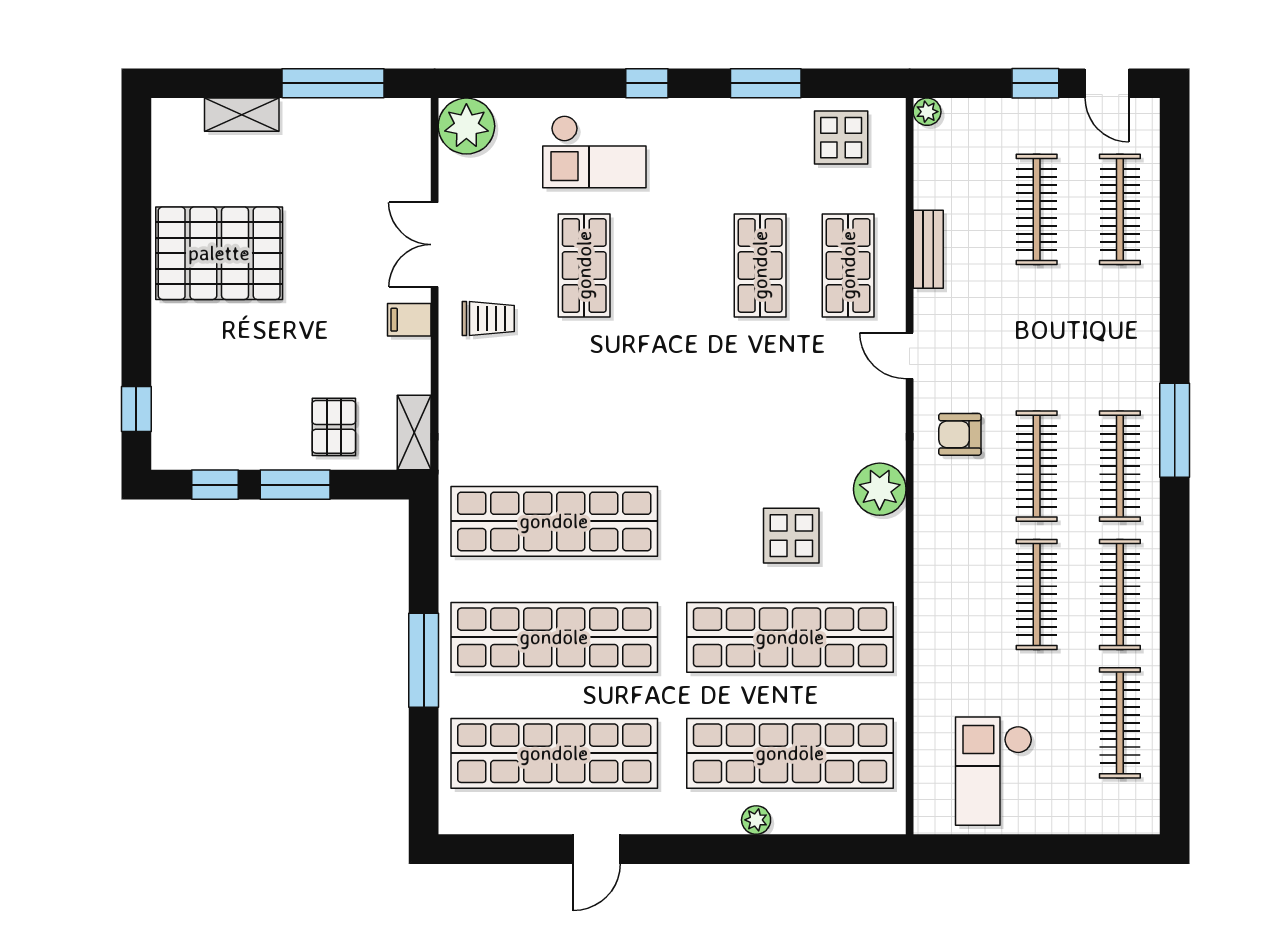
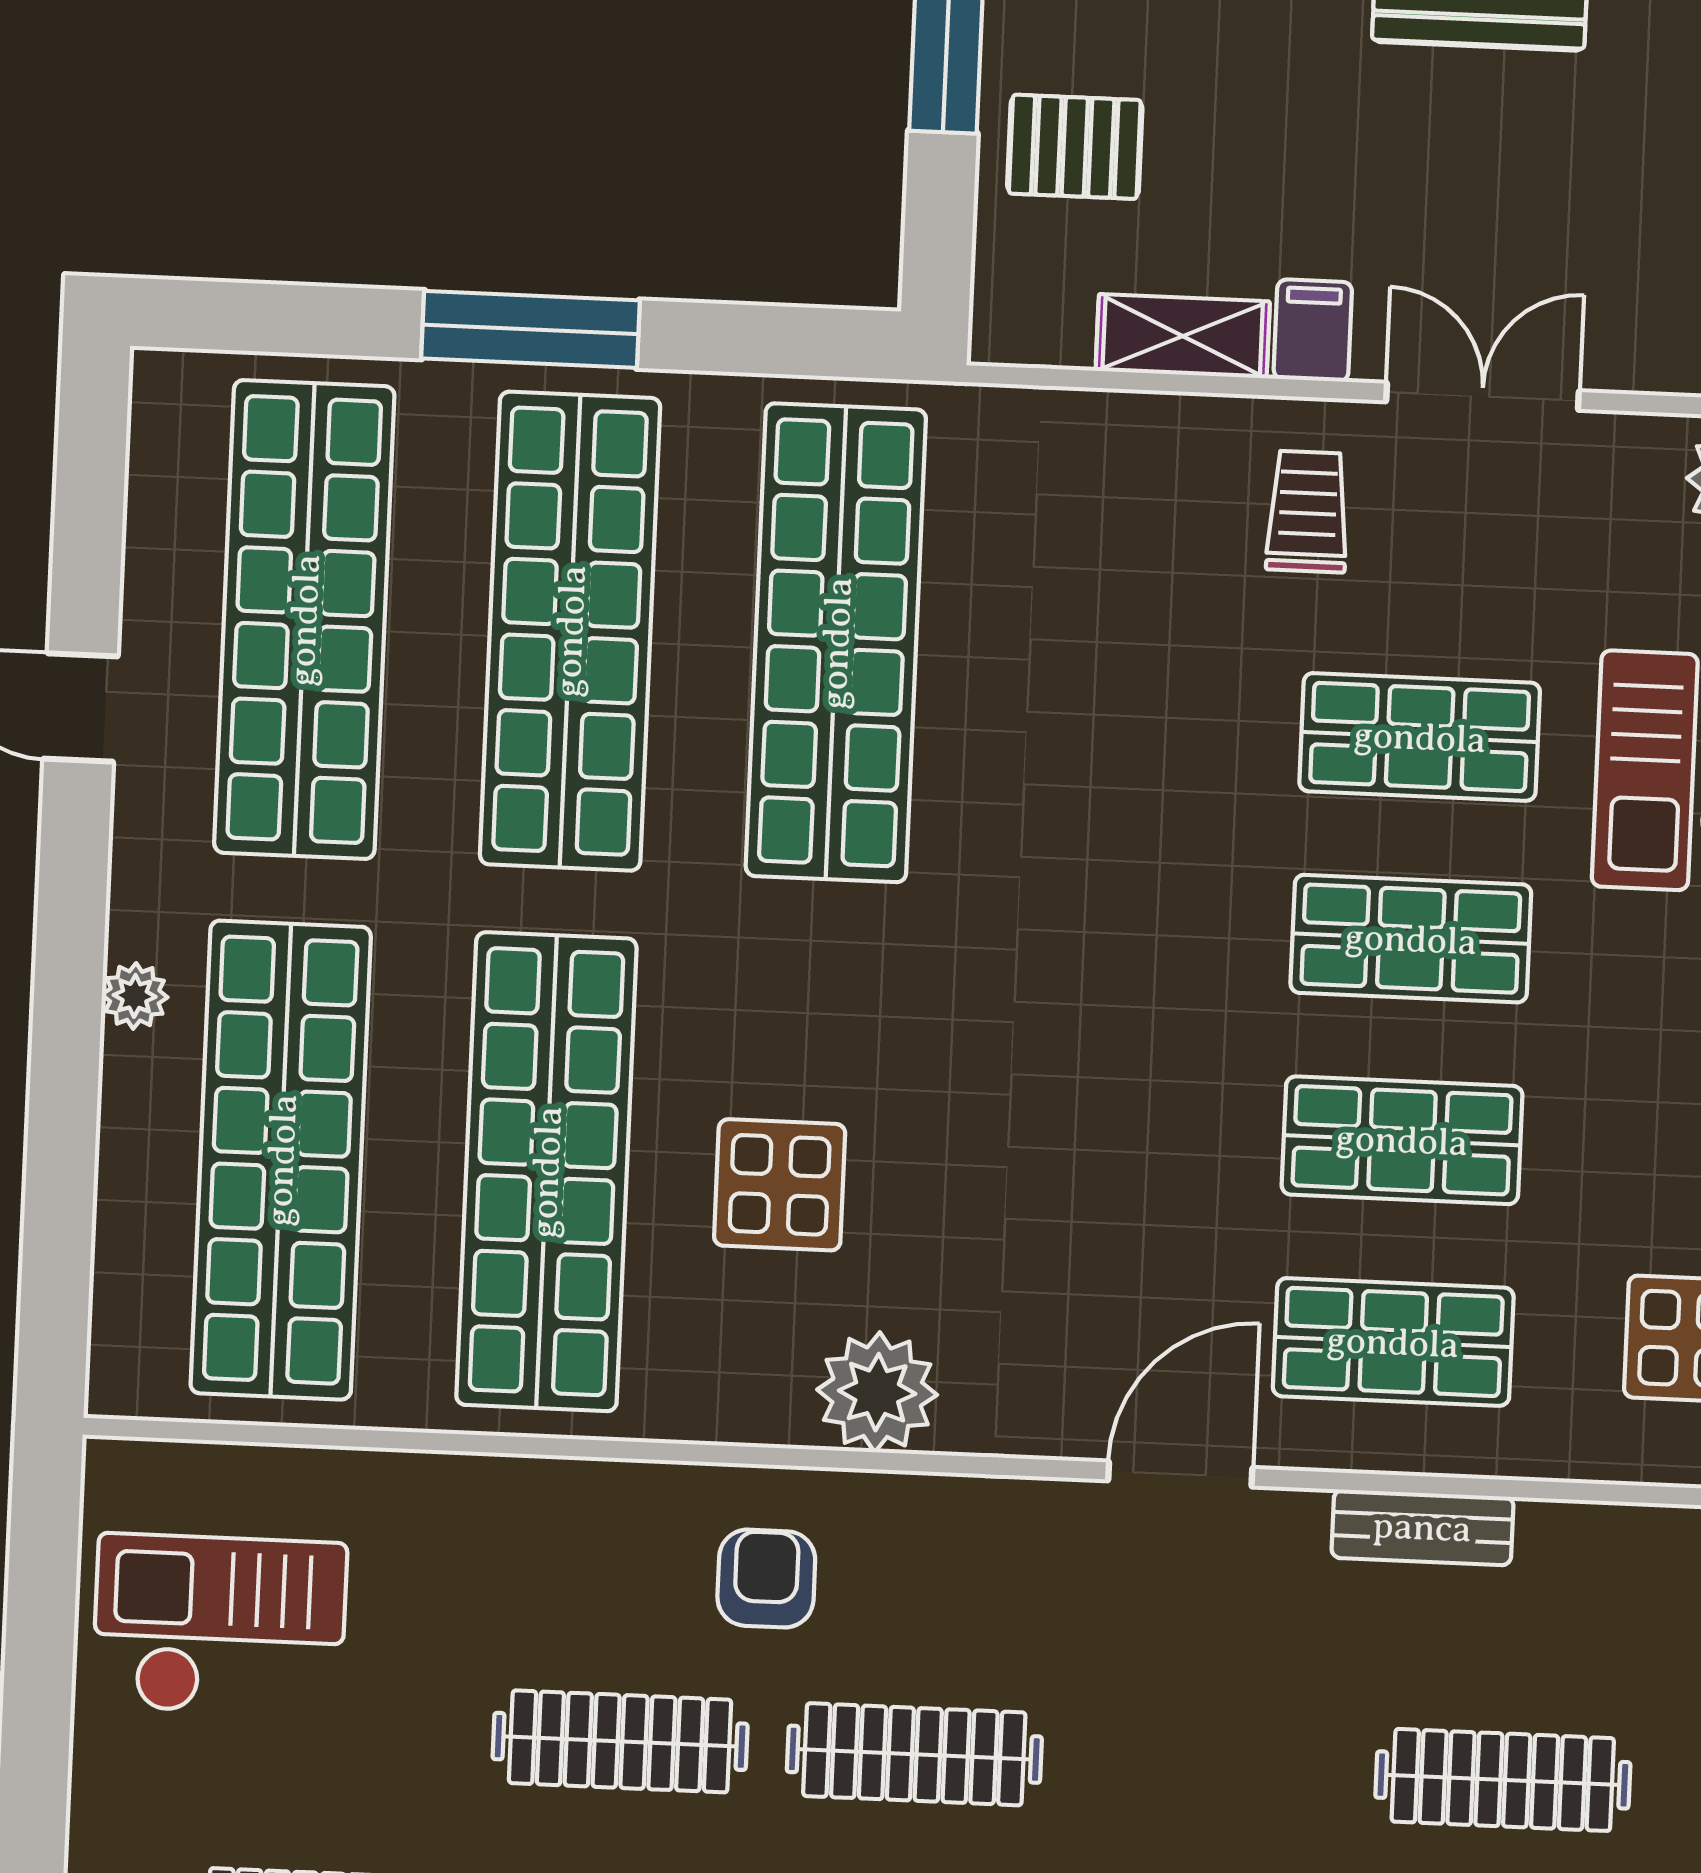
shop shelf: (672, 265) -> (1411, 939), added
trolley: (488, 319) -> (1308, 512), turned 180
door: (910, 356) -> (1180, 1474), width x1.38
shelving: (414, 433) -> (1183, 336), moved
armchair: (960, 434) -> (766, 1579), moved
plant: (756, 820) -> (135, 996), moved

